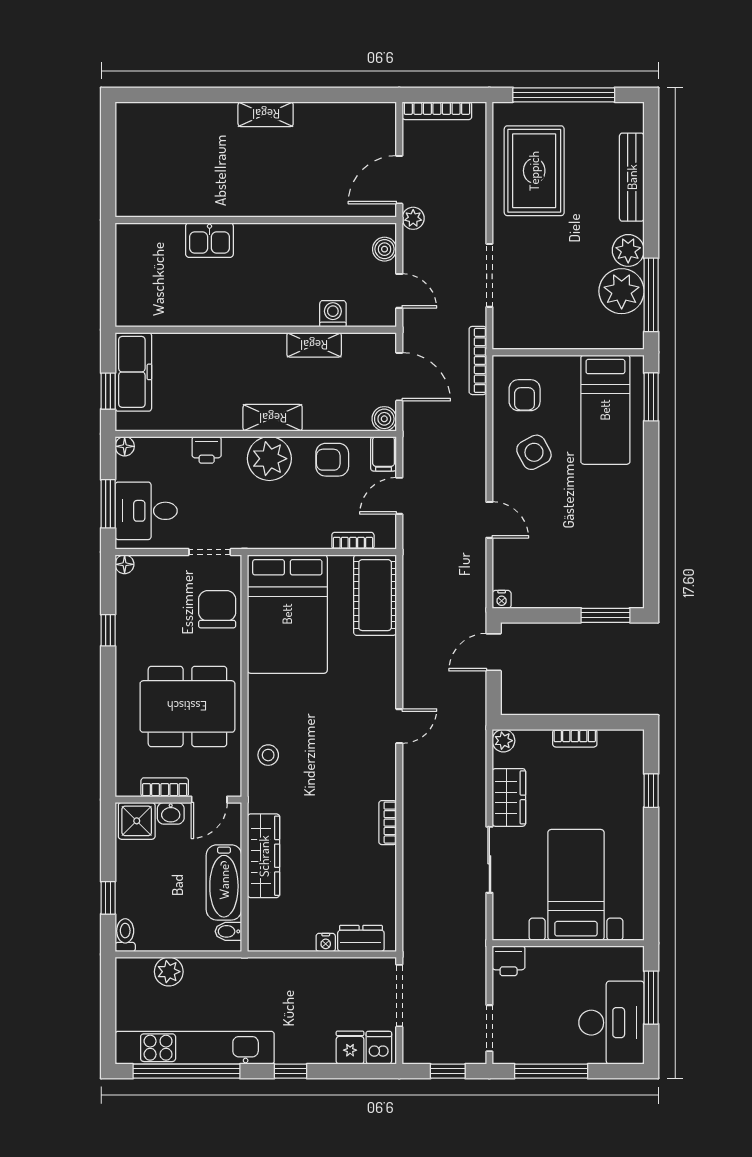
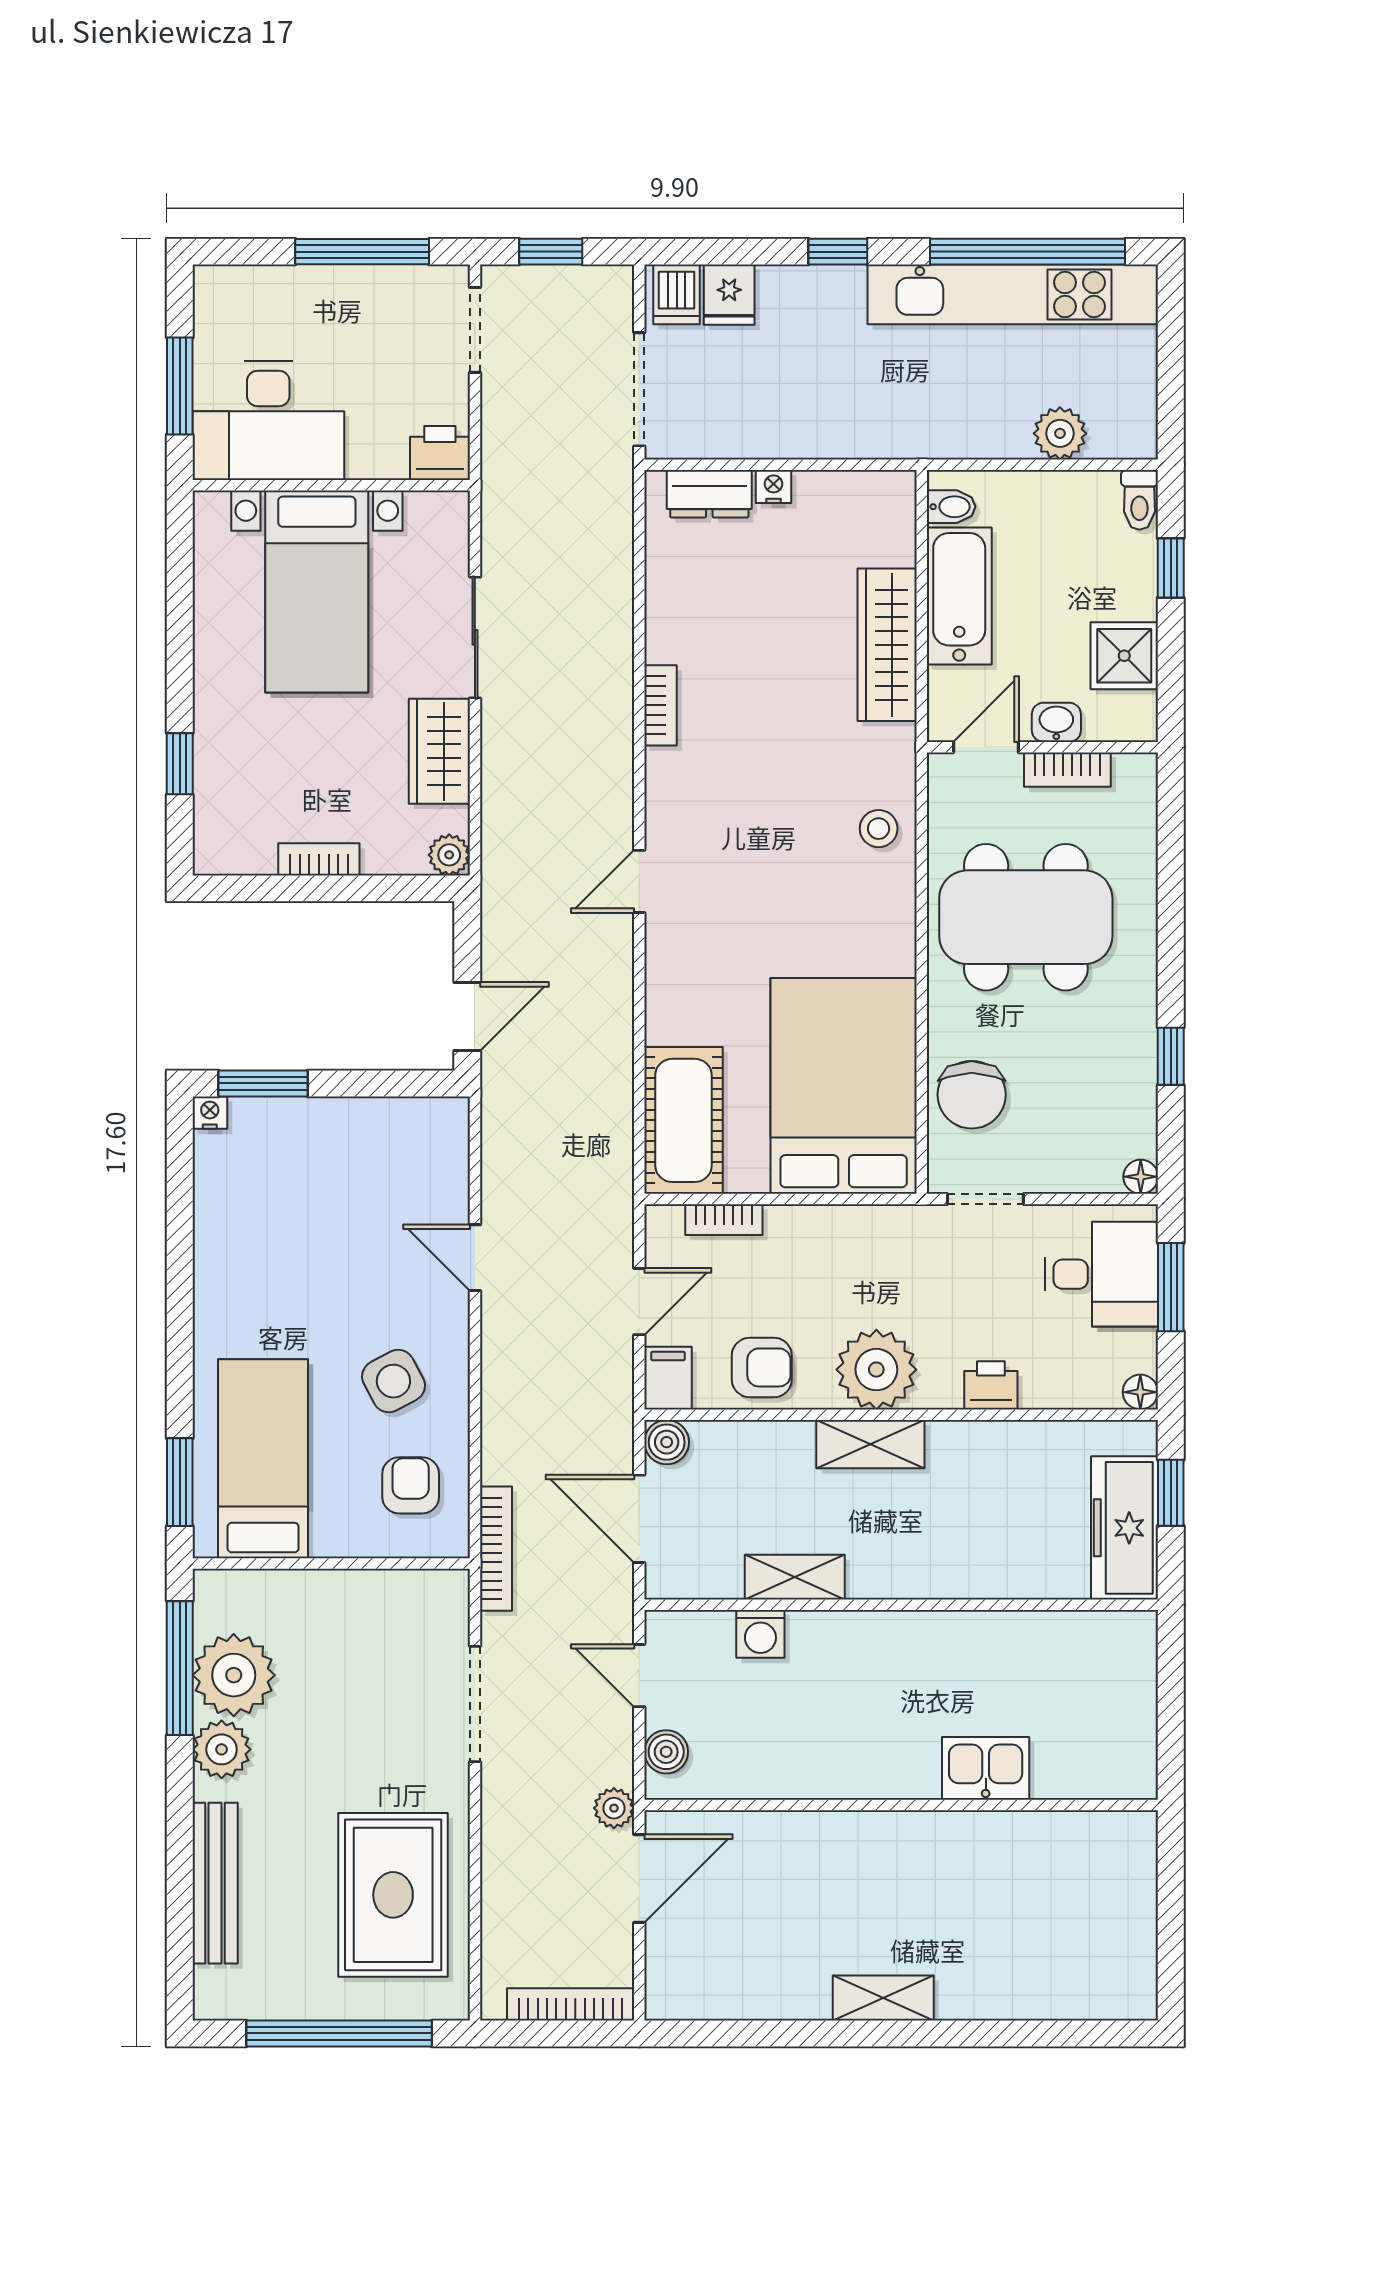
nightstand: (502, 599) -> (210, 1113), moved
shower: (137, 821) -> (1124, 656), moved
desk: (611, 1023) -> (268, 421), moved, turned -90

